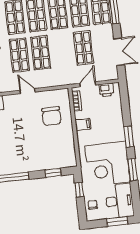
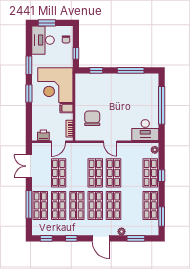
corner desk: (108, 164) -> (55, 85), moved, turned 180

